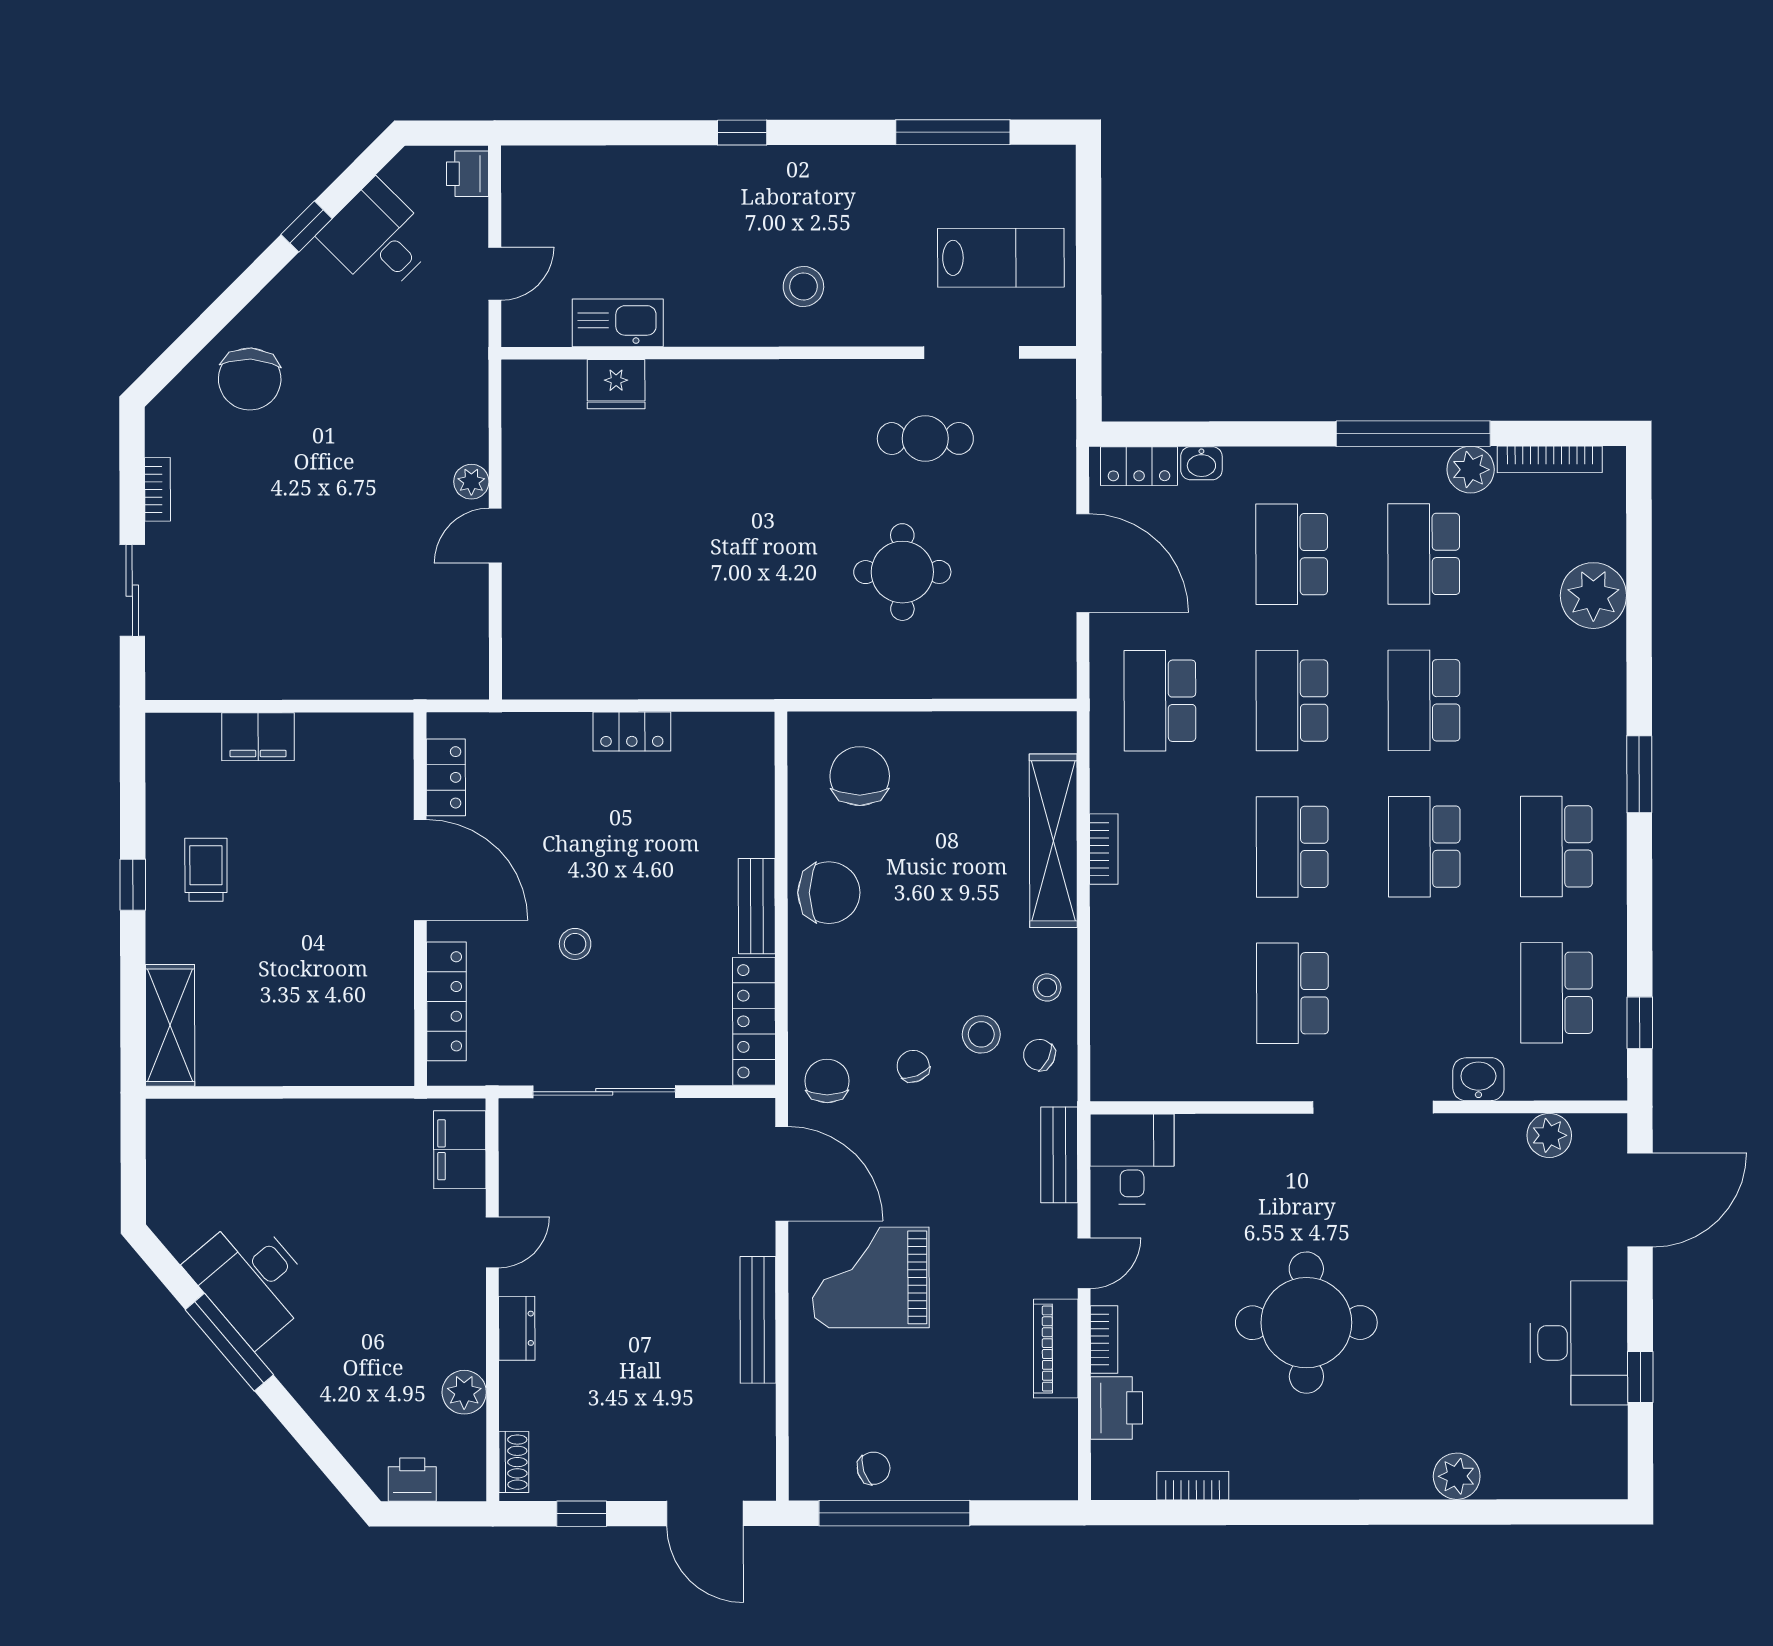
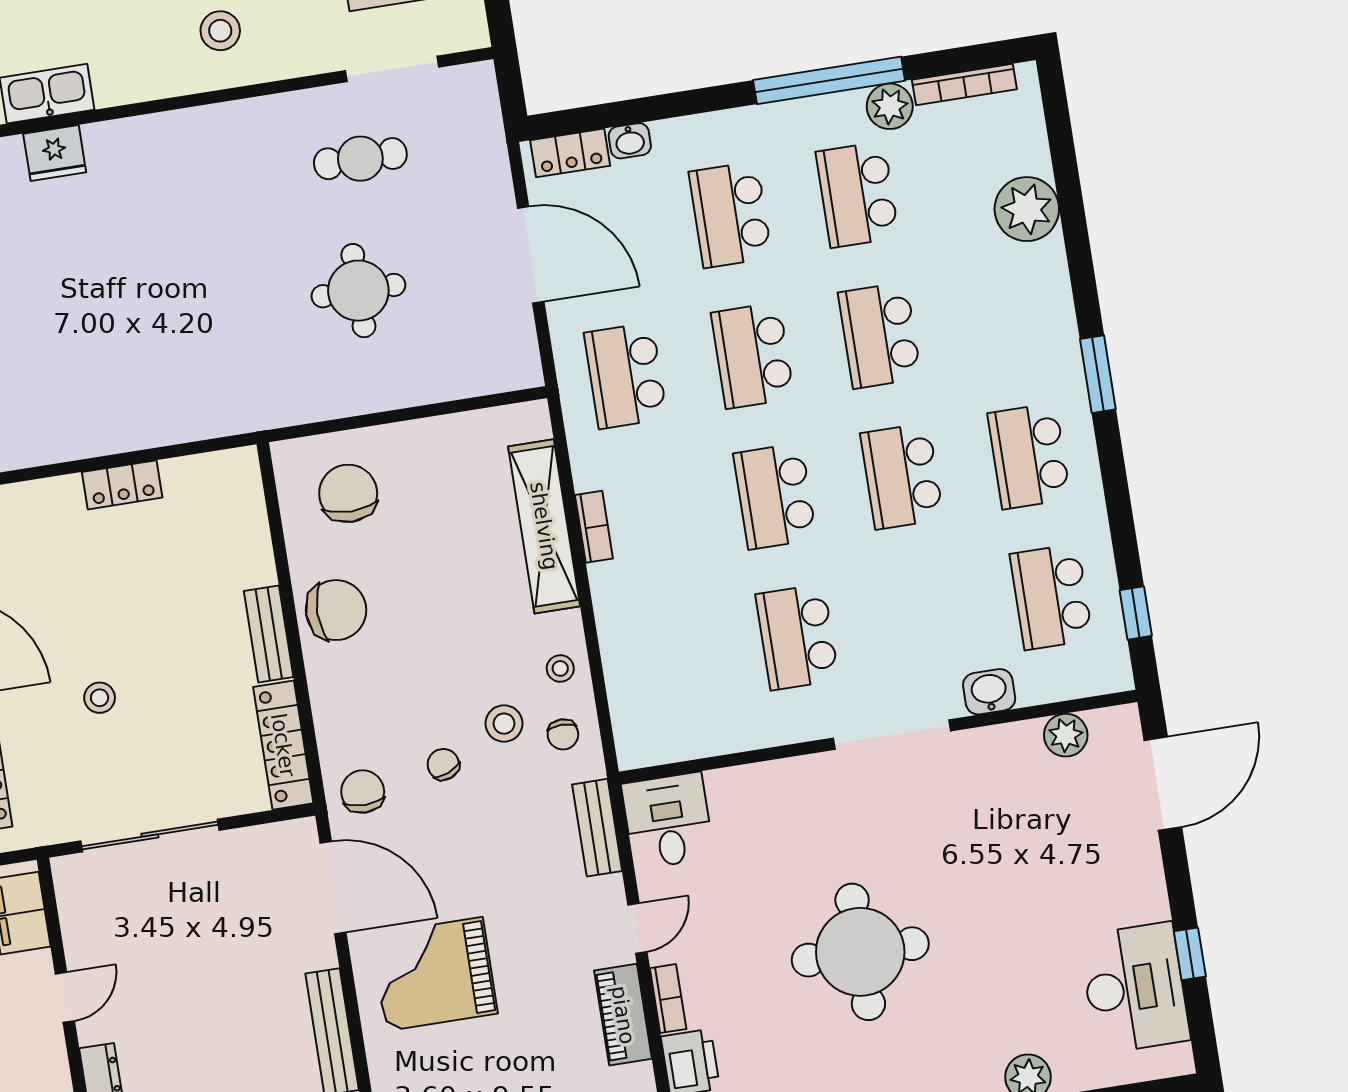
chair: (1039, 1055) -> (563, 734), turned -116
desk: (1579, 1343) -> (1135, 988), moved

